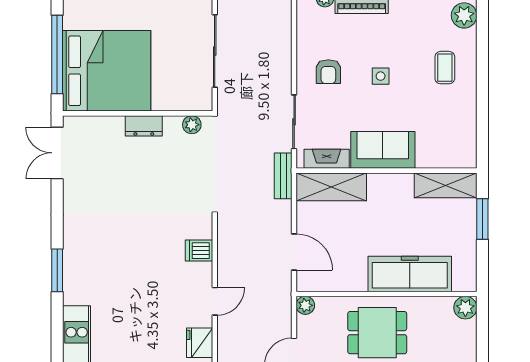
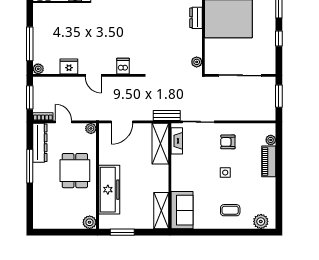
dresser: (144, 126) -> (196, 18), moved
sofa: (383, 150) -> (182, 210), moved
window: (482, 219) -> (122, 232), moved

